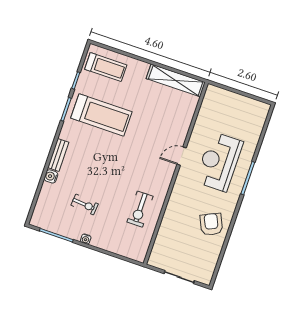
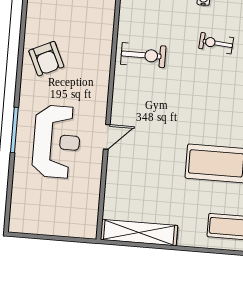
exercise bike: (140, 209) -> (143, 55), turned 90

